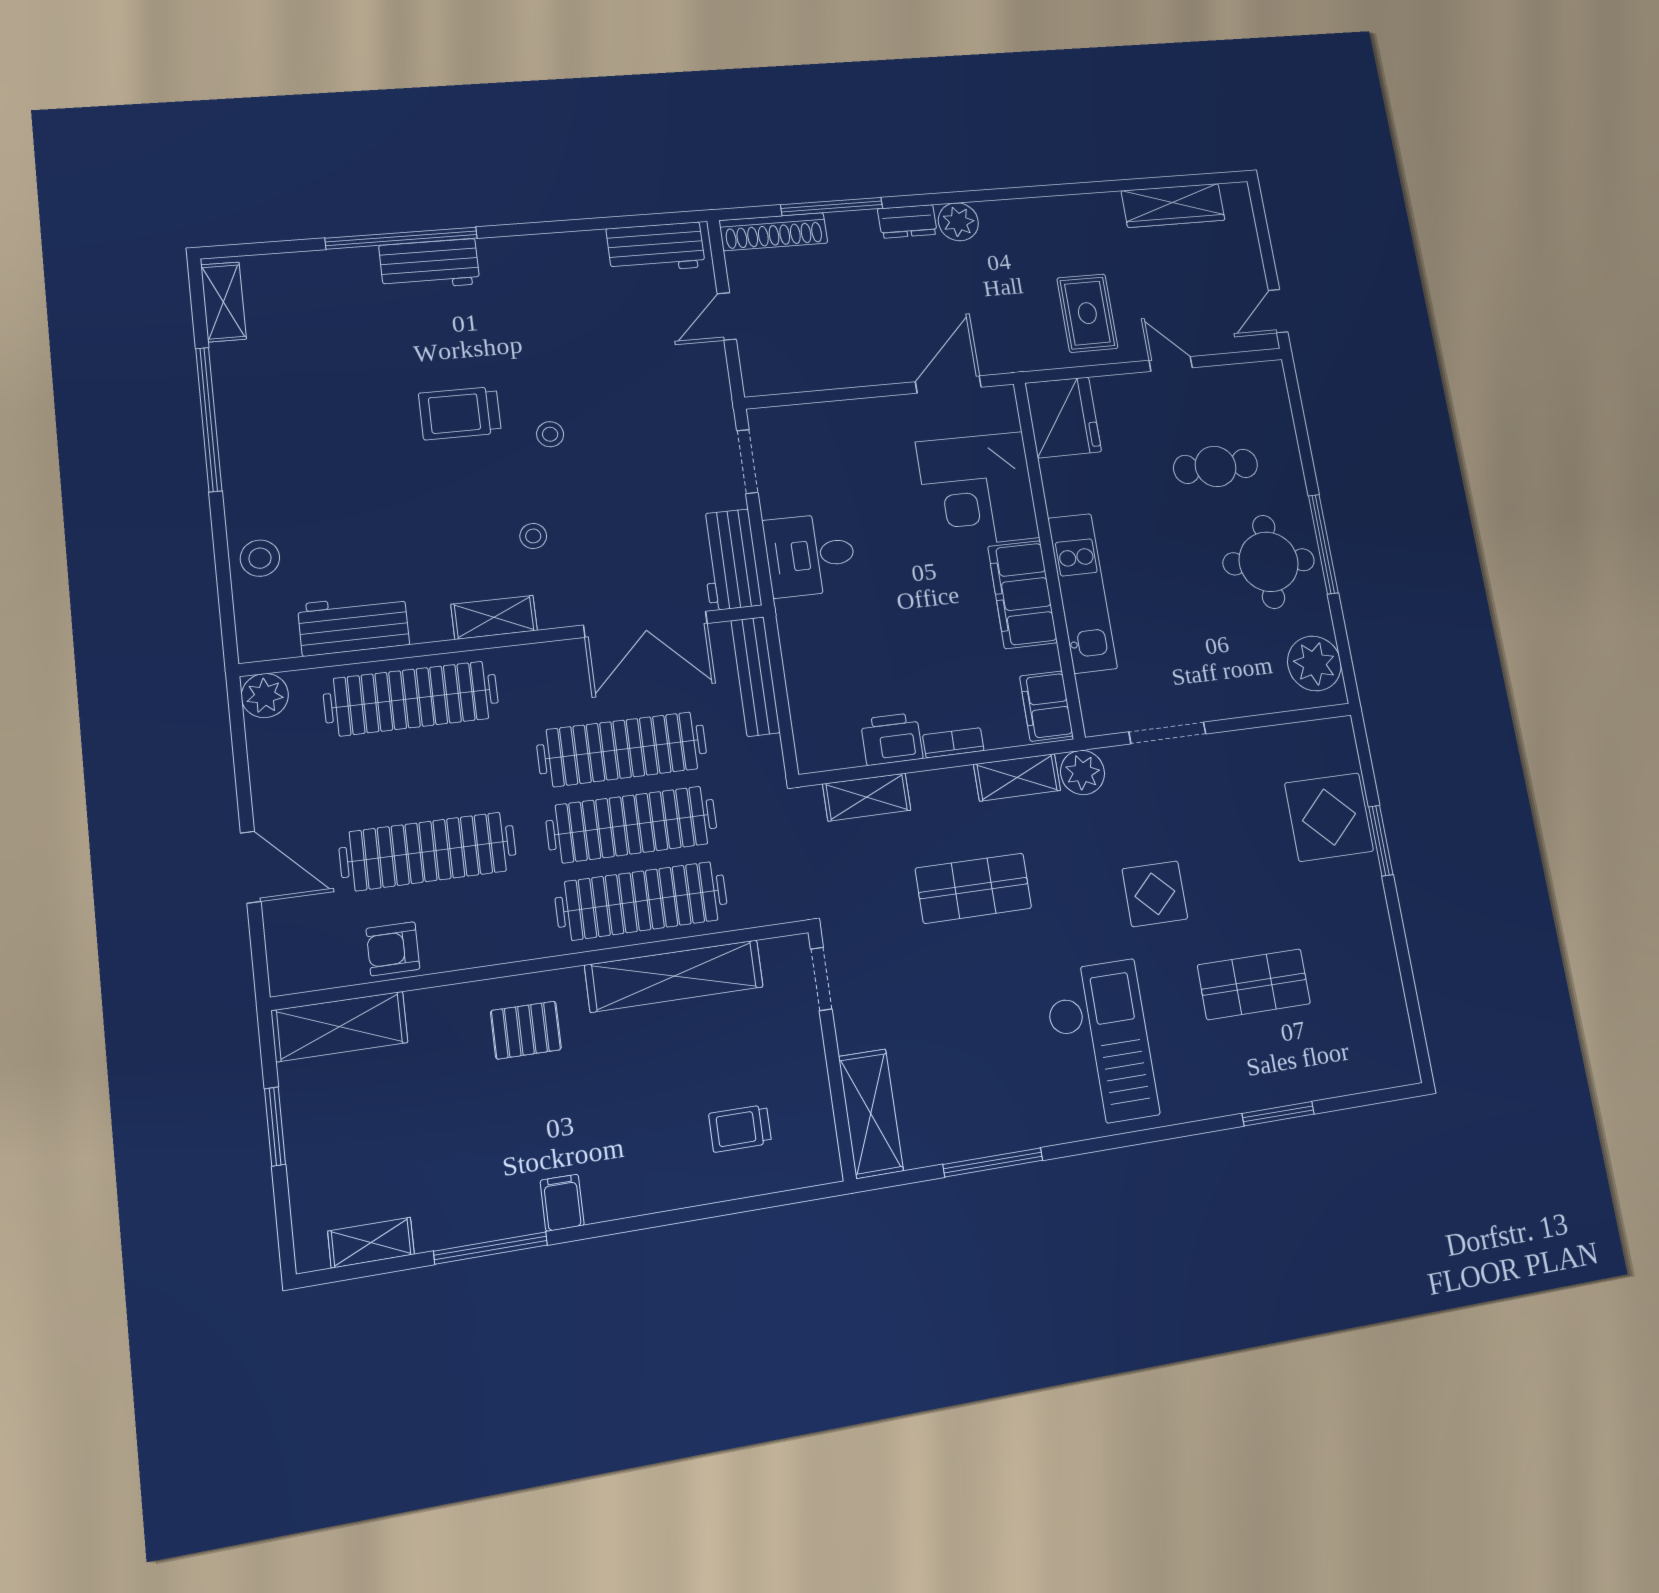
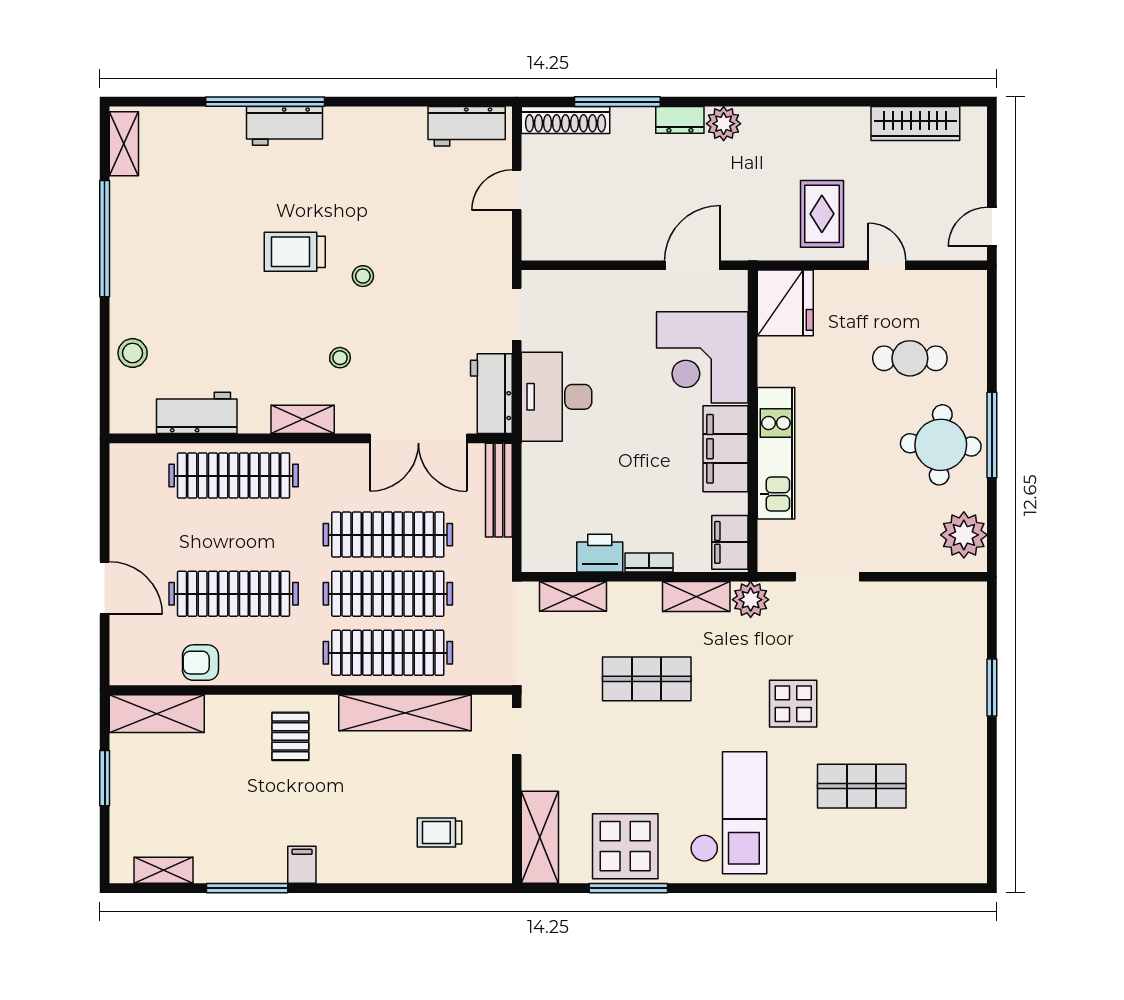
desk: (810, 555) -> (557, 397), width x1.37
plant: (265, 696) -> (126, 460), removed
display table: (1329, 817) -> (625, 846), moved
pallet: (526, 1030) -> (290, 736), turned 90
window: (1278, 1114) -> (862, 888), removed

